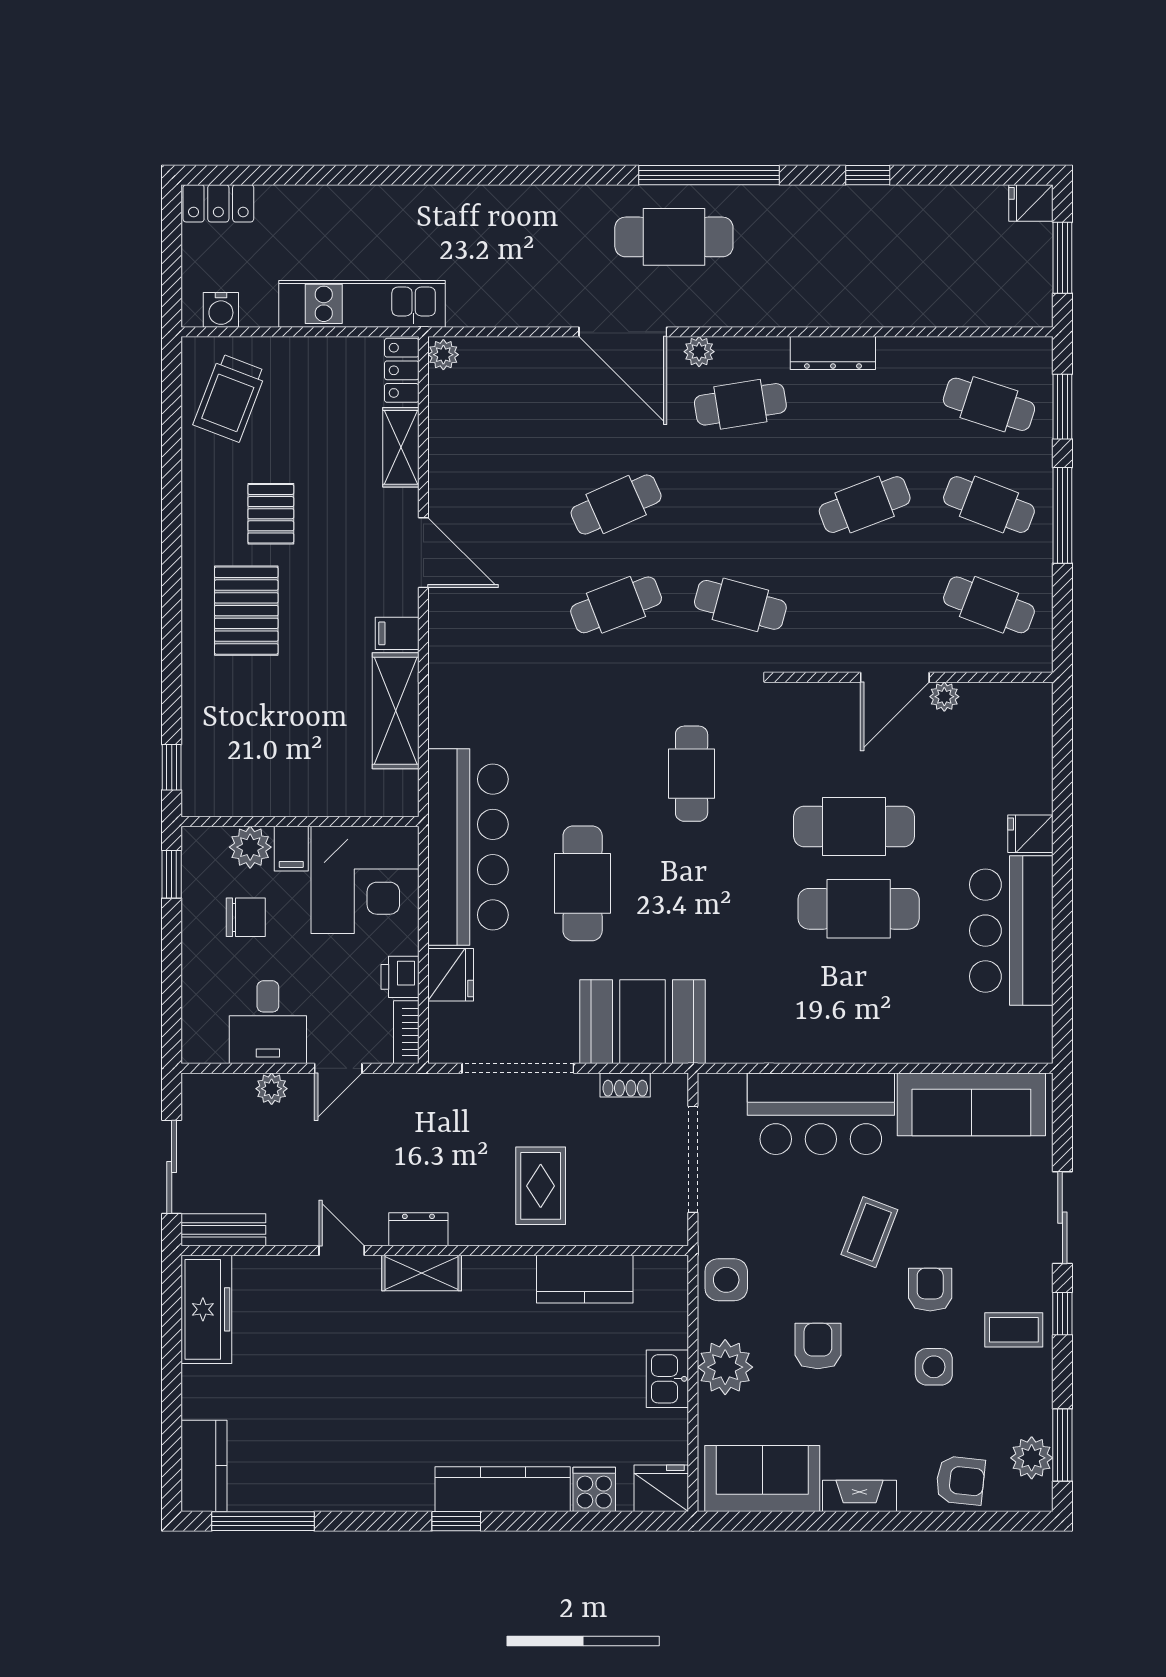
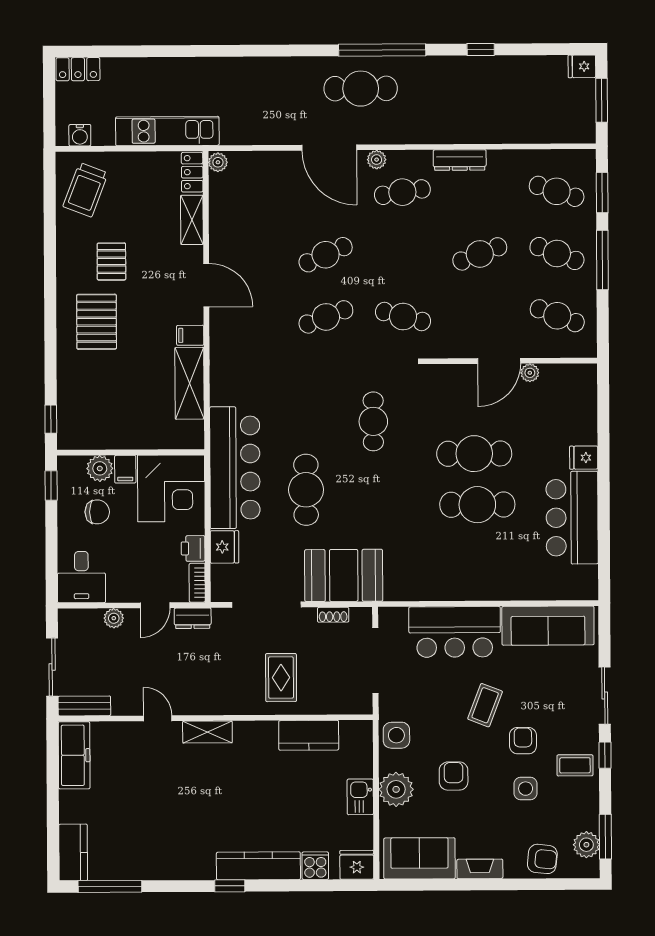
desk: (268, 1022) -> (81, 577), moved
dresser: (418, 1229) -> (193, 618), moved, turned 180

